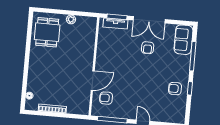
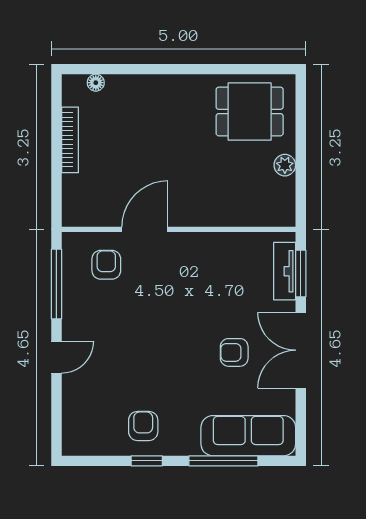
sofa: (184, 40) -> (248, 436), width x1.36
door: (93, 81) -> (145, 229), swing flipped

